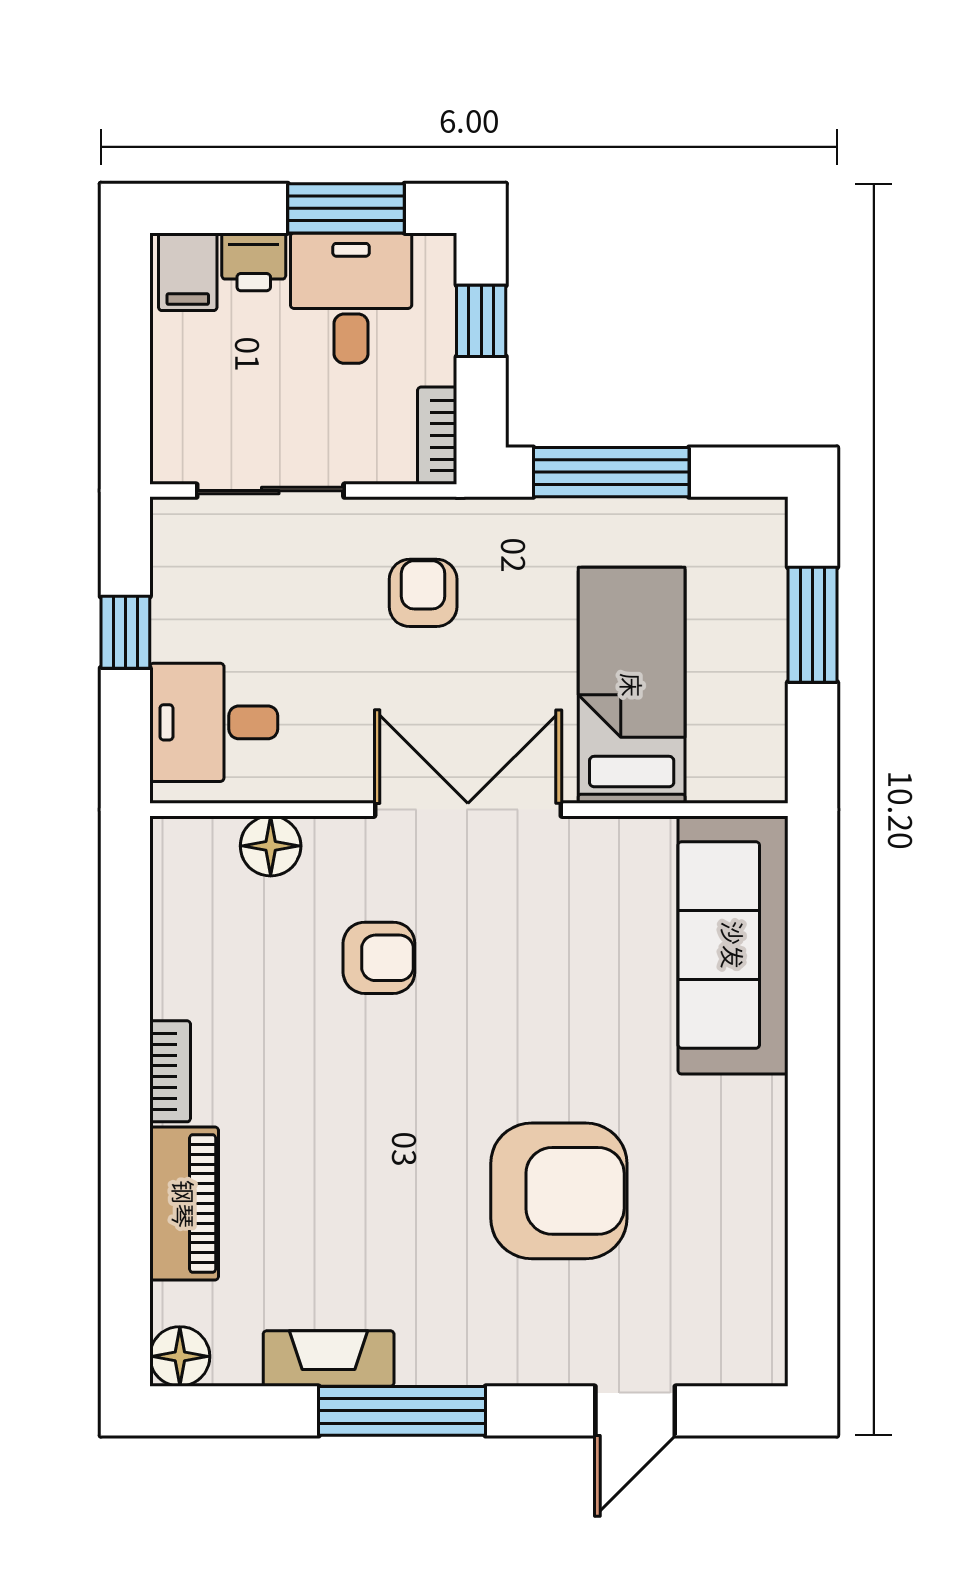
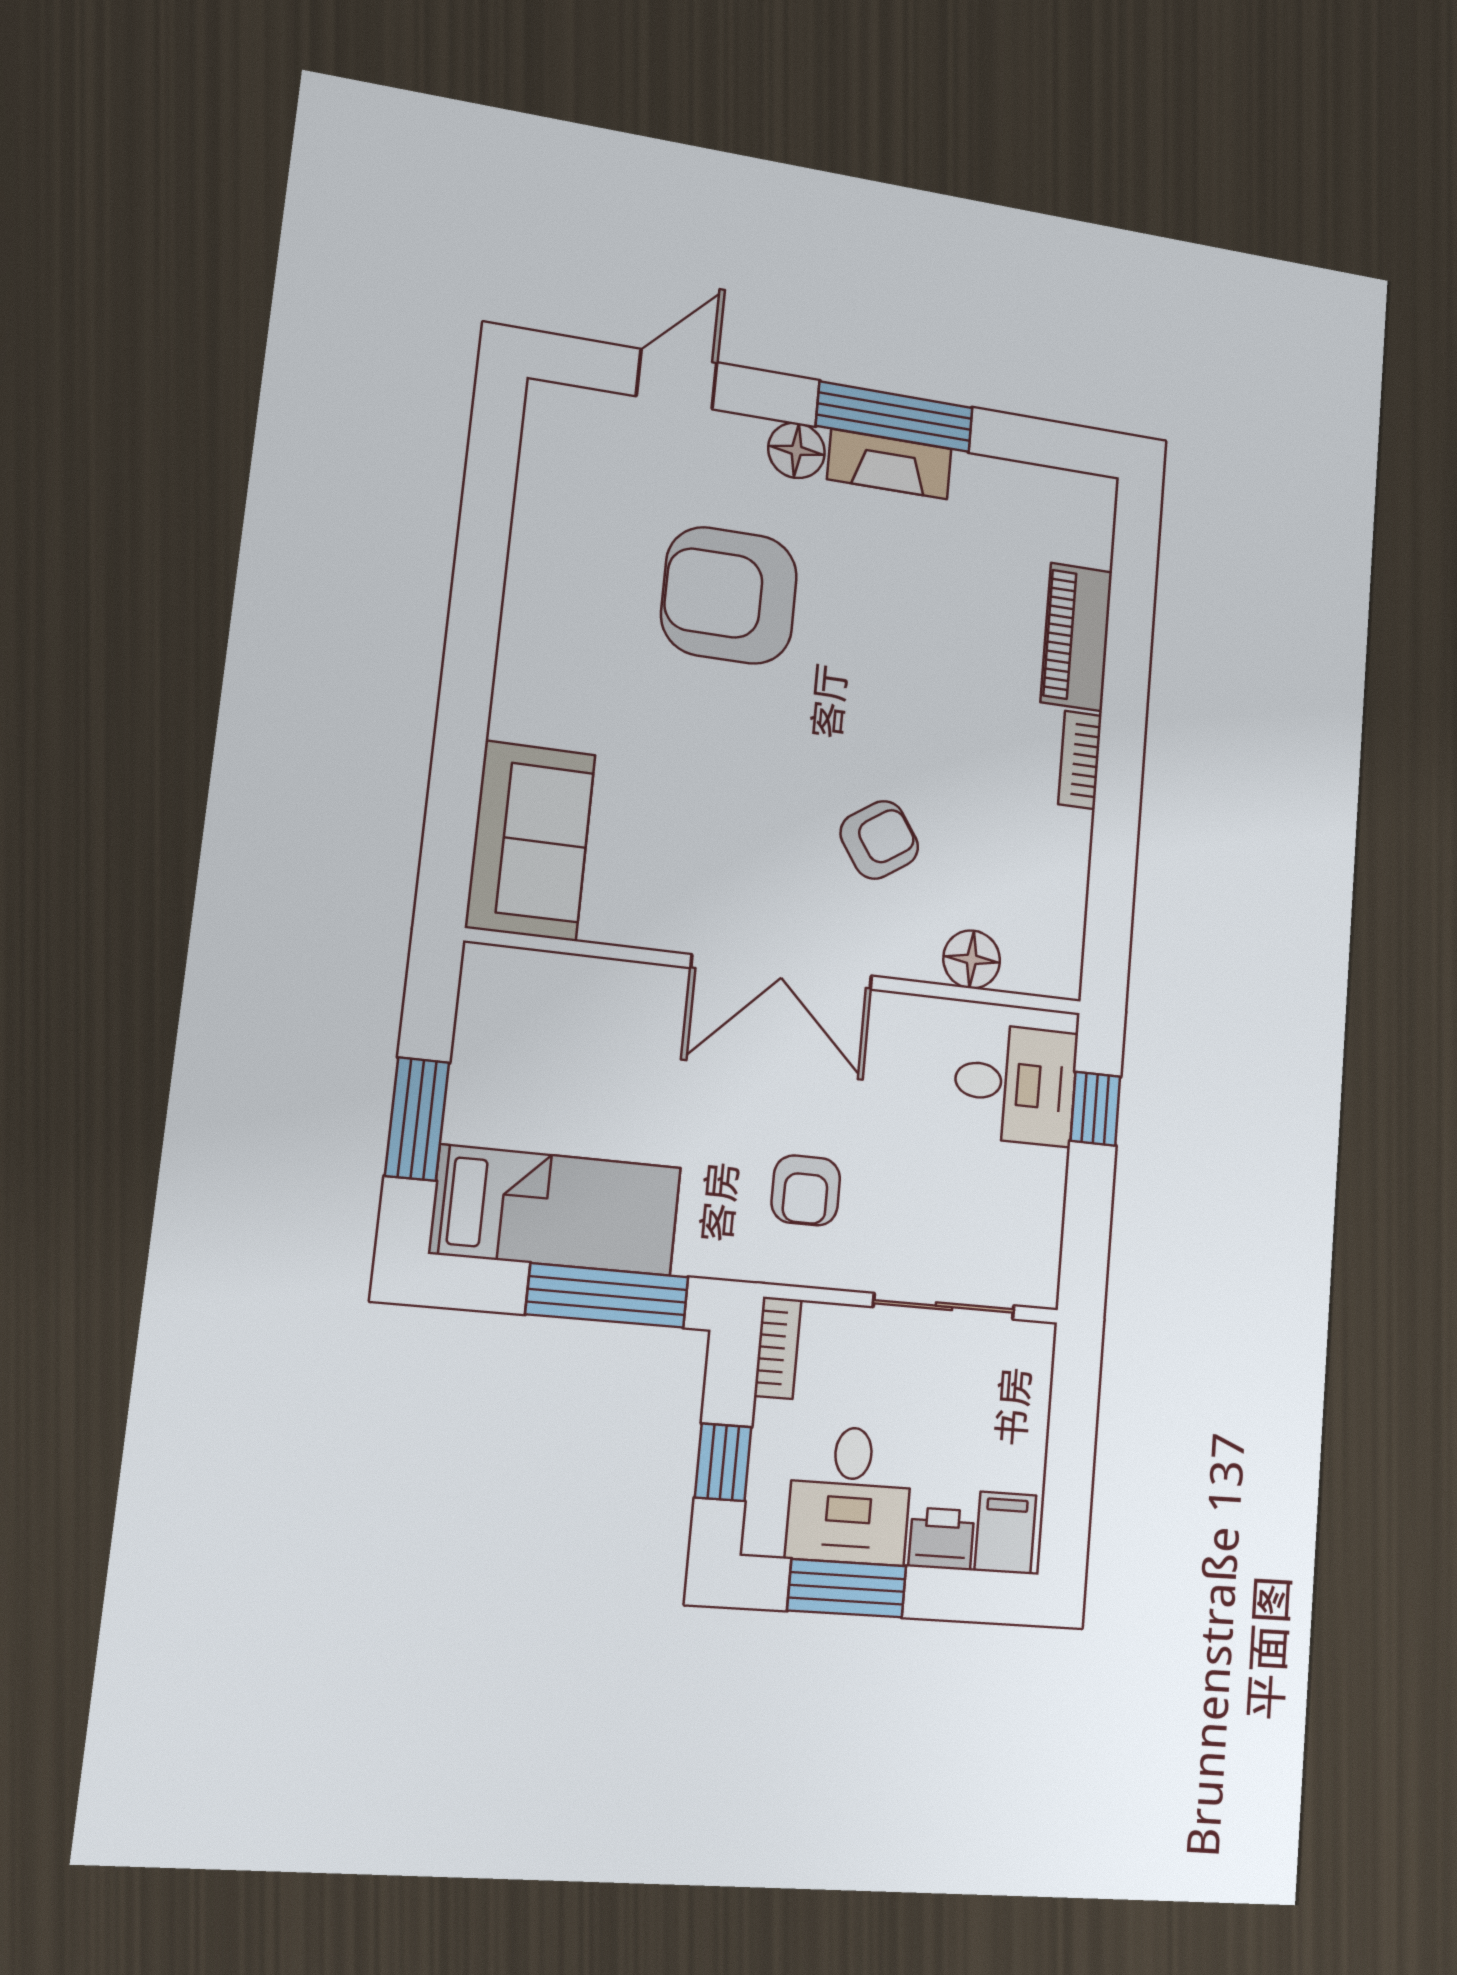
window: (125, 632) -> (1095, 1109), moved
bed: (632, 685) -> (556, 1210), moved, turned -90
sofa: (733, 945) -> (530, 841), width x0.73
armchair: (379, 958) -> (879, 840), turned 146
floor lamp: (180, 1356) -> (796, 450), moved
fireplace: (329, 1359) -> (889, 464), moved

